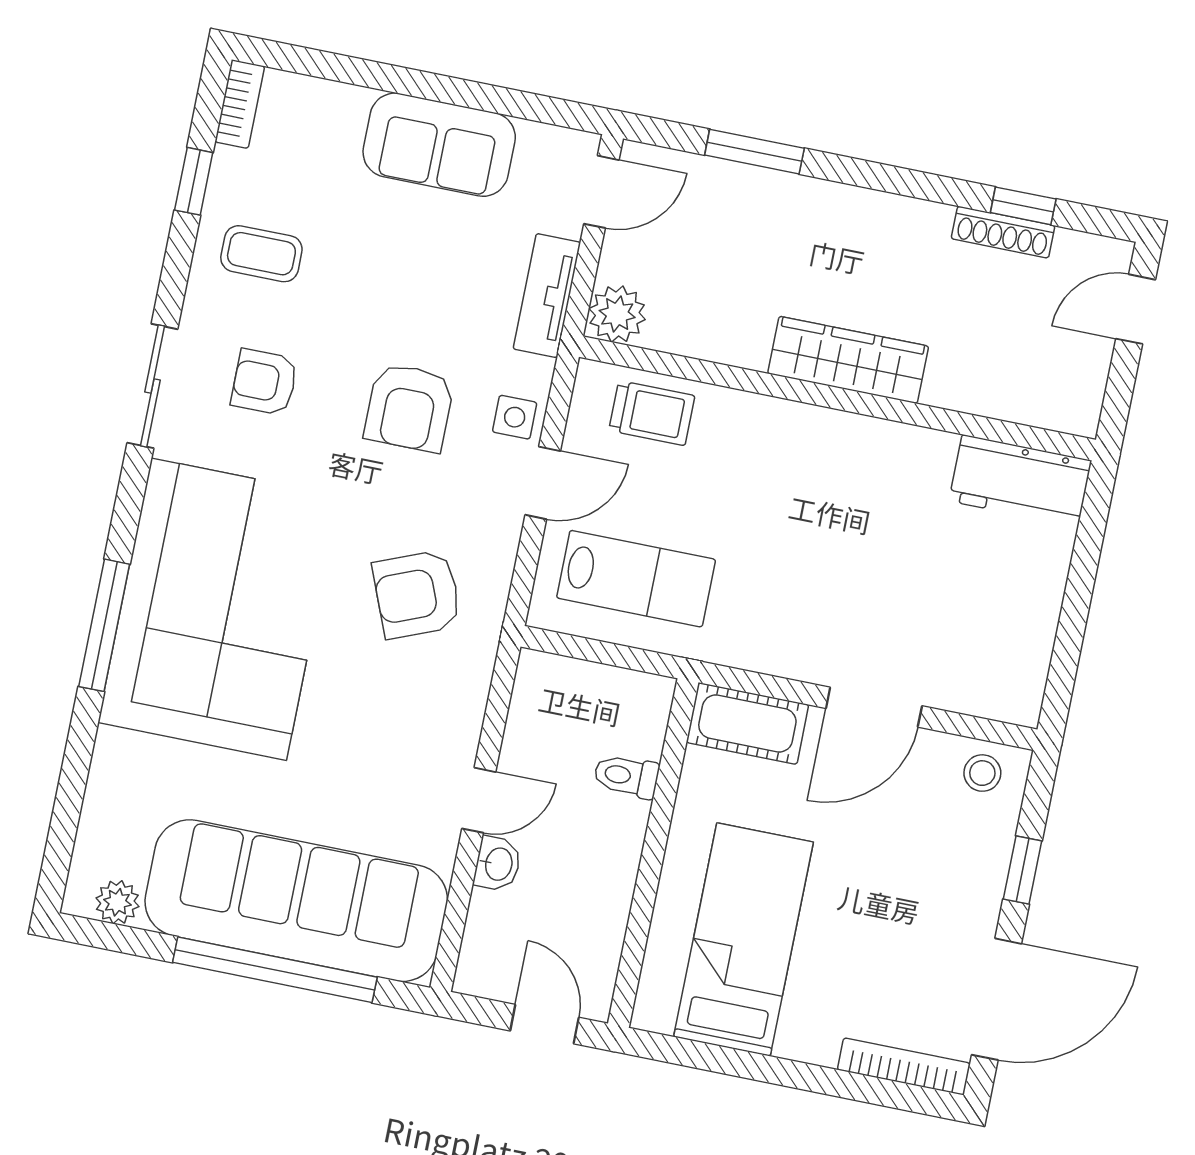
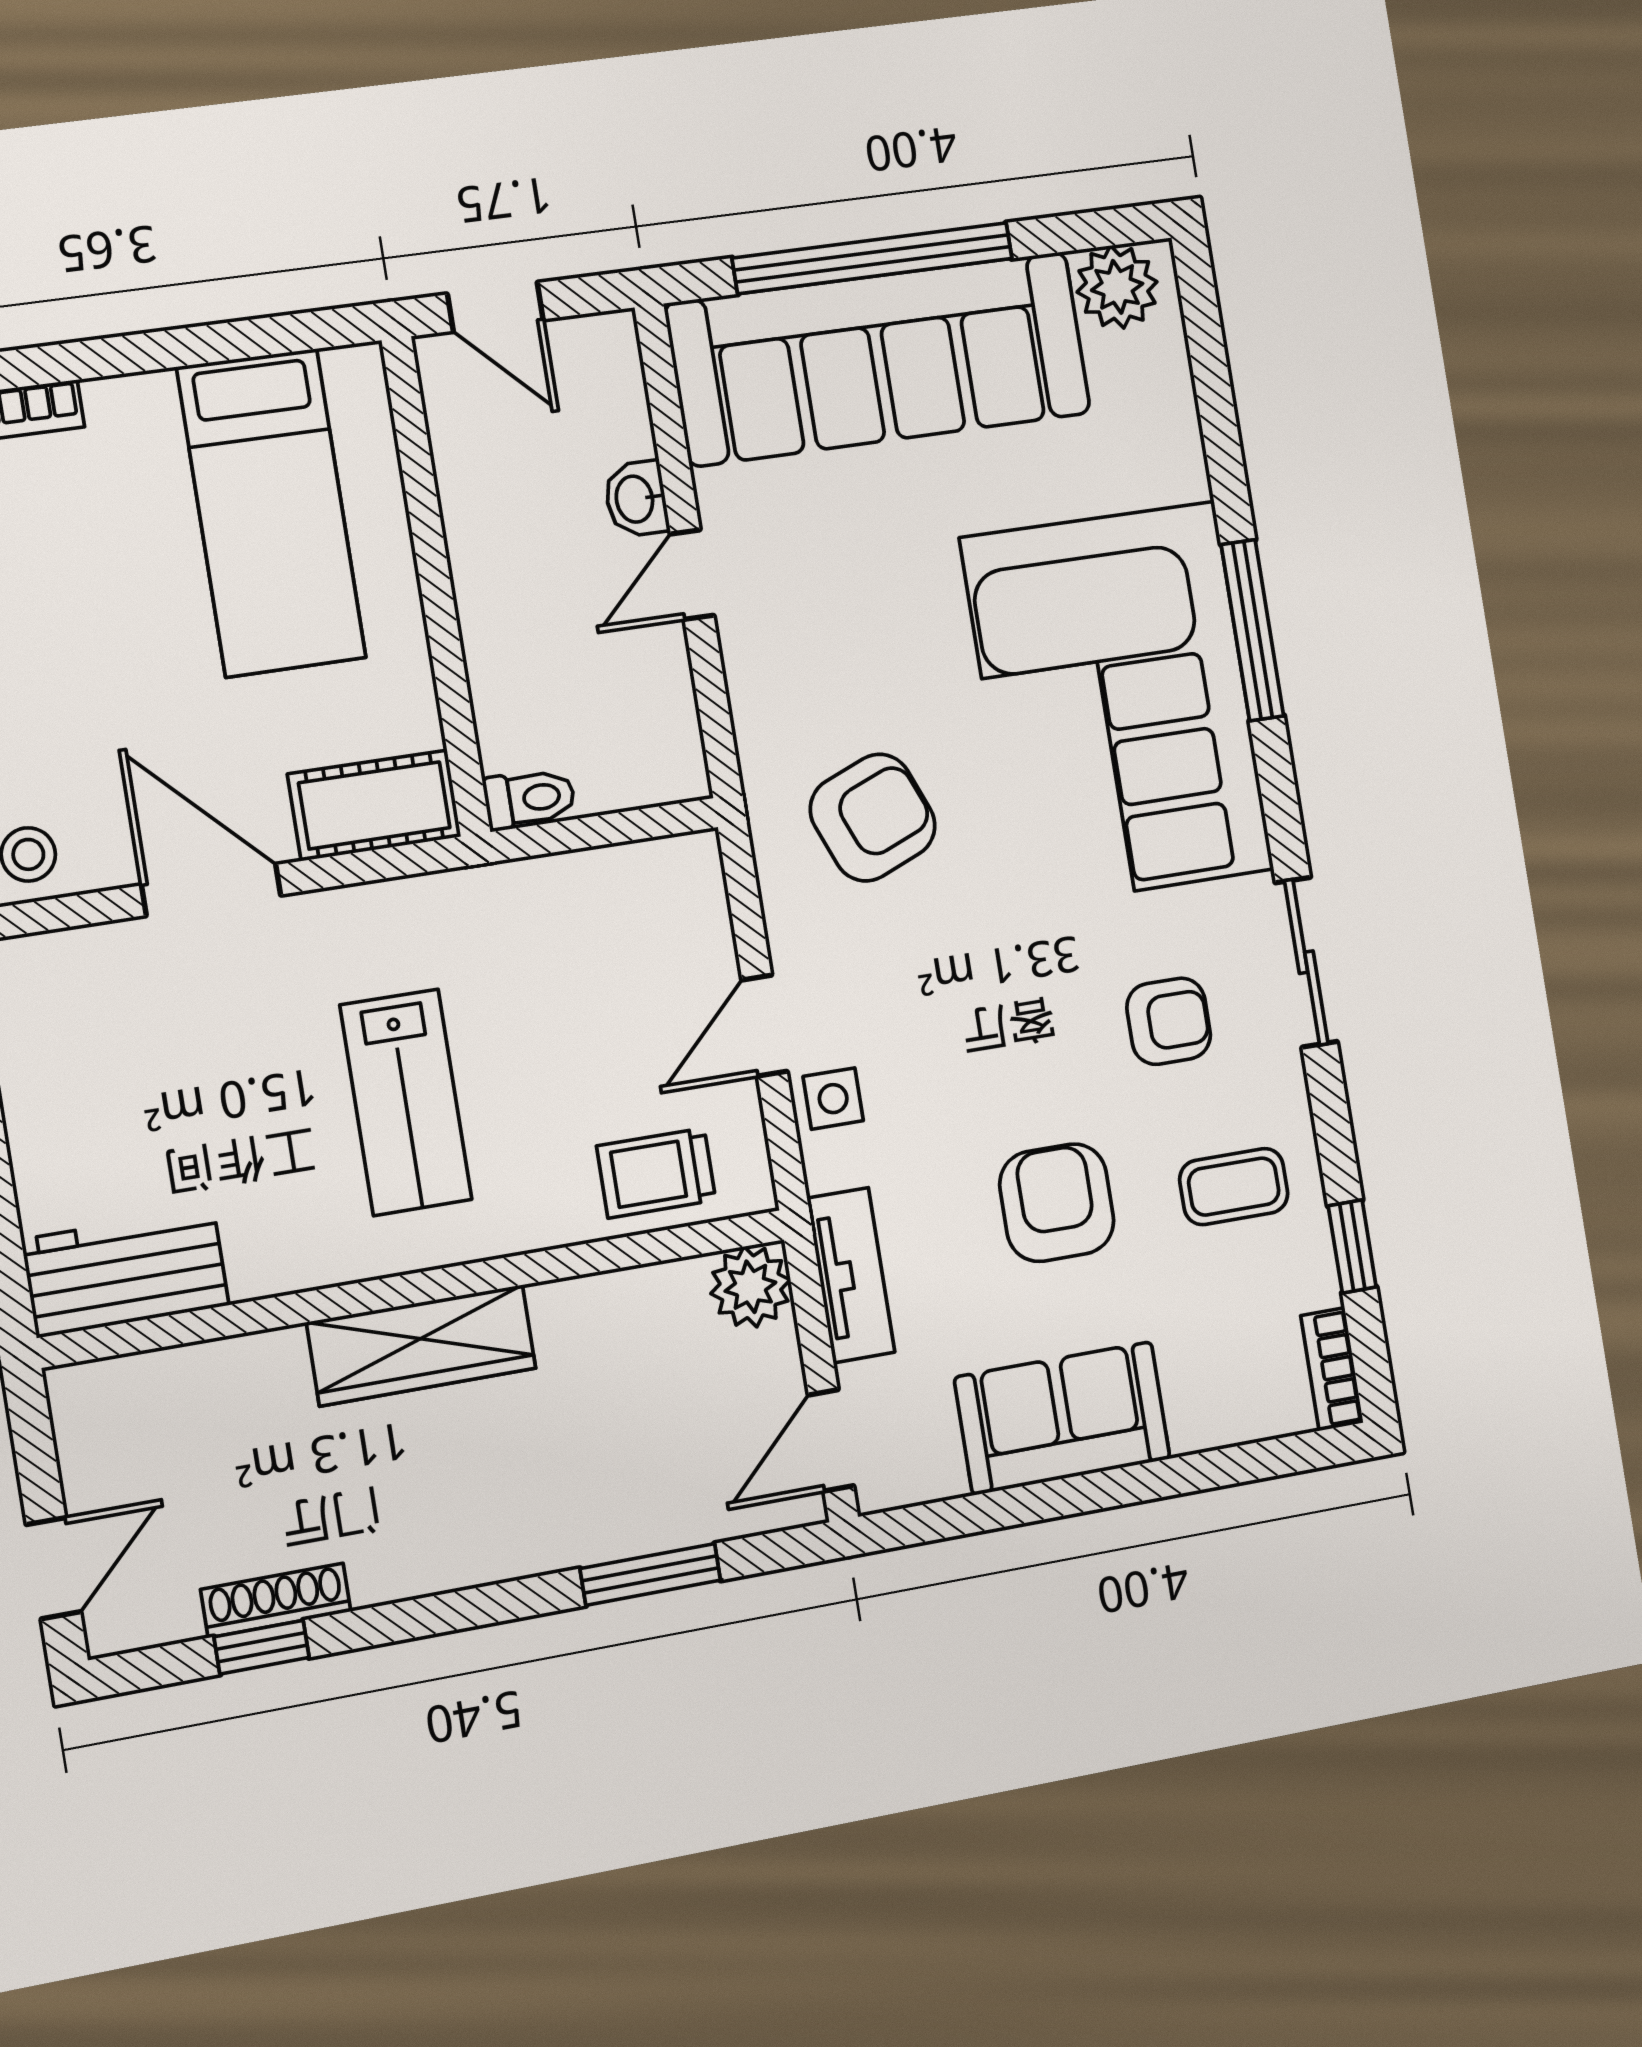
armchair: (409, 408) -> (1057, 1203), moved
lab bench: (636, 579) -> (406, 1102), moved, turned -90
door: (874, 707) -> (211, 890), hinge flipped
toilet: (626, 776) -> (529, 799), moved
plant: (117, 902) -> (1117, 287), width x1.38, depth x1.38

